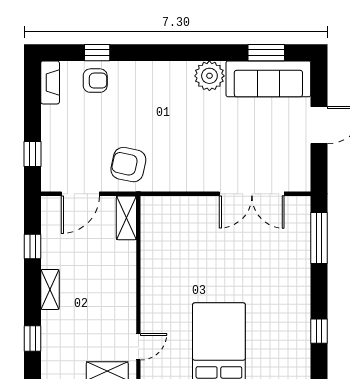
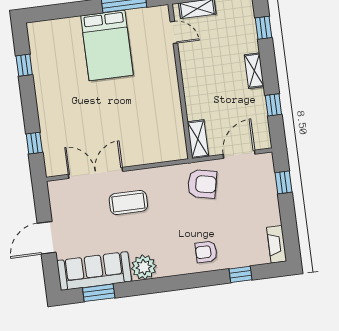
armchair: (95, 81) -> (206, 252), moved
coffee table: (218, 154) -> (128, 202), added
window: (319, 238) -> (34, 143), width x0.46
door: (138, 347) -> (174, 32), swing flipped

